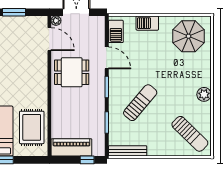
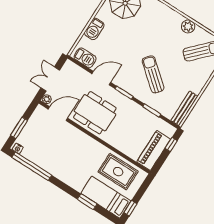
dining table: (72, 72) -> (95, 113), width x1.38
plant: (204, 94) -> (188, 26), moved

